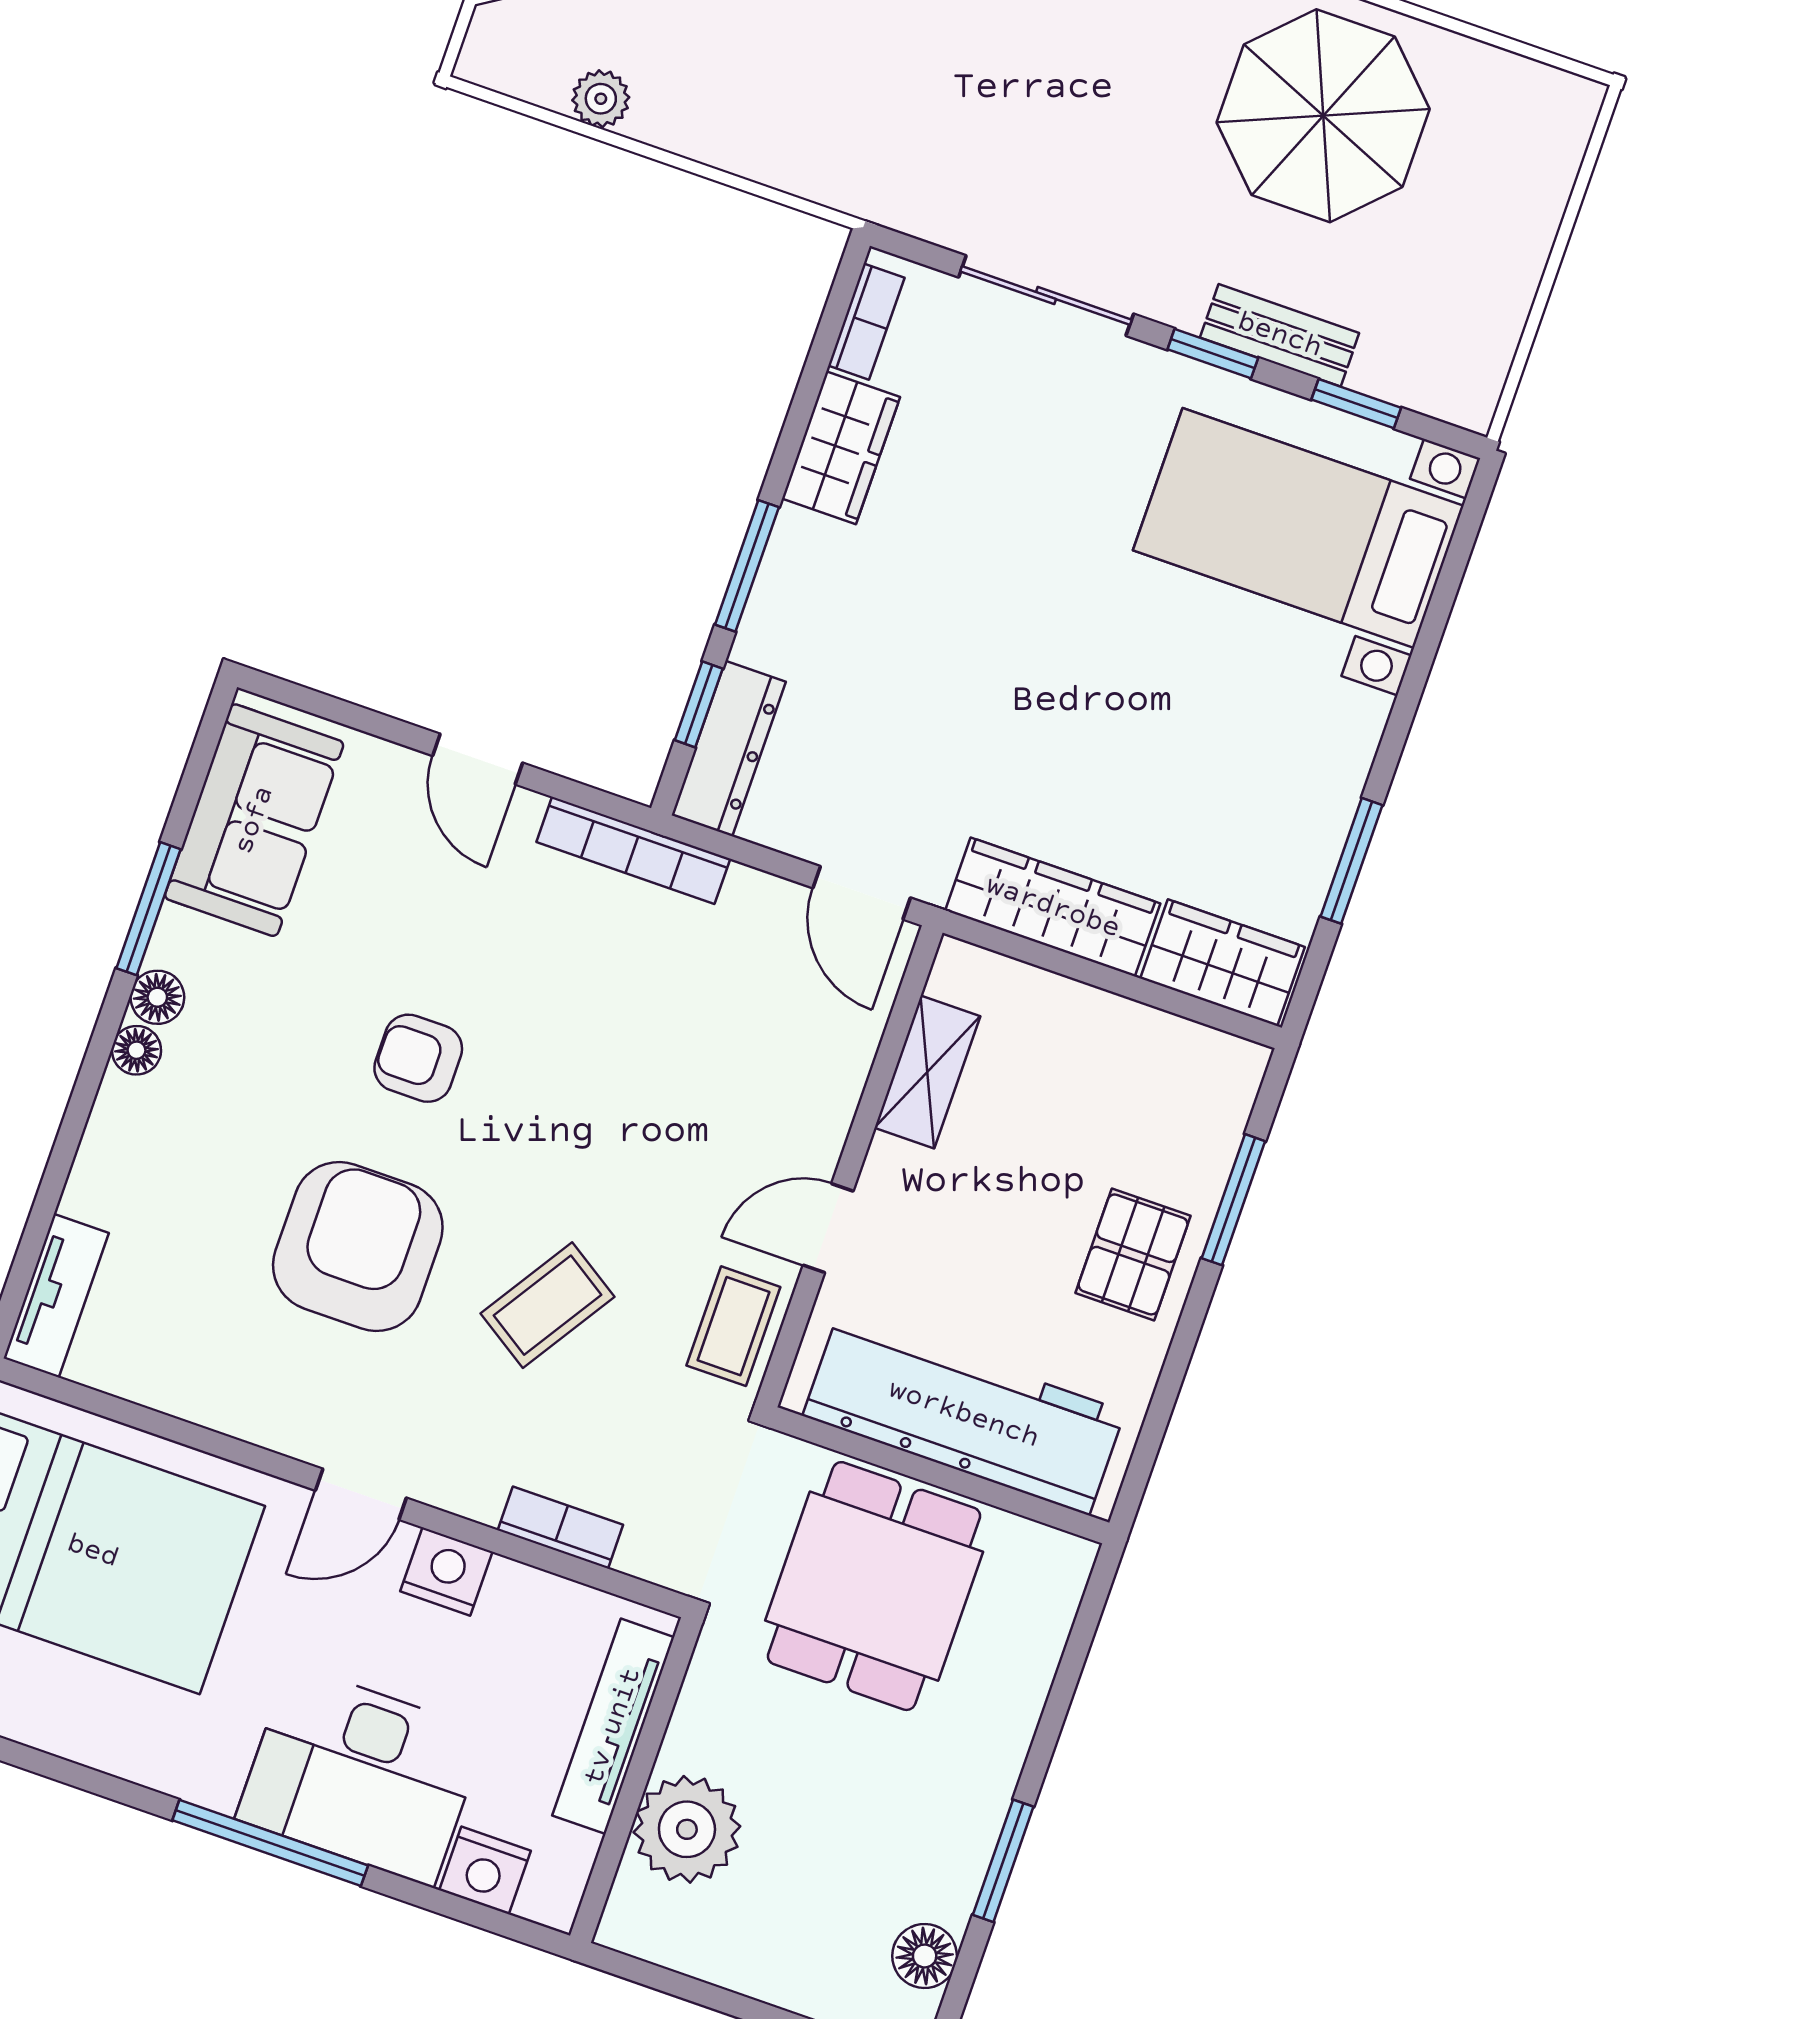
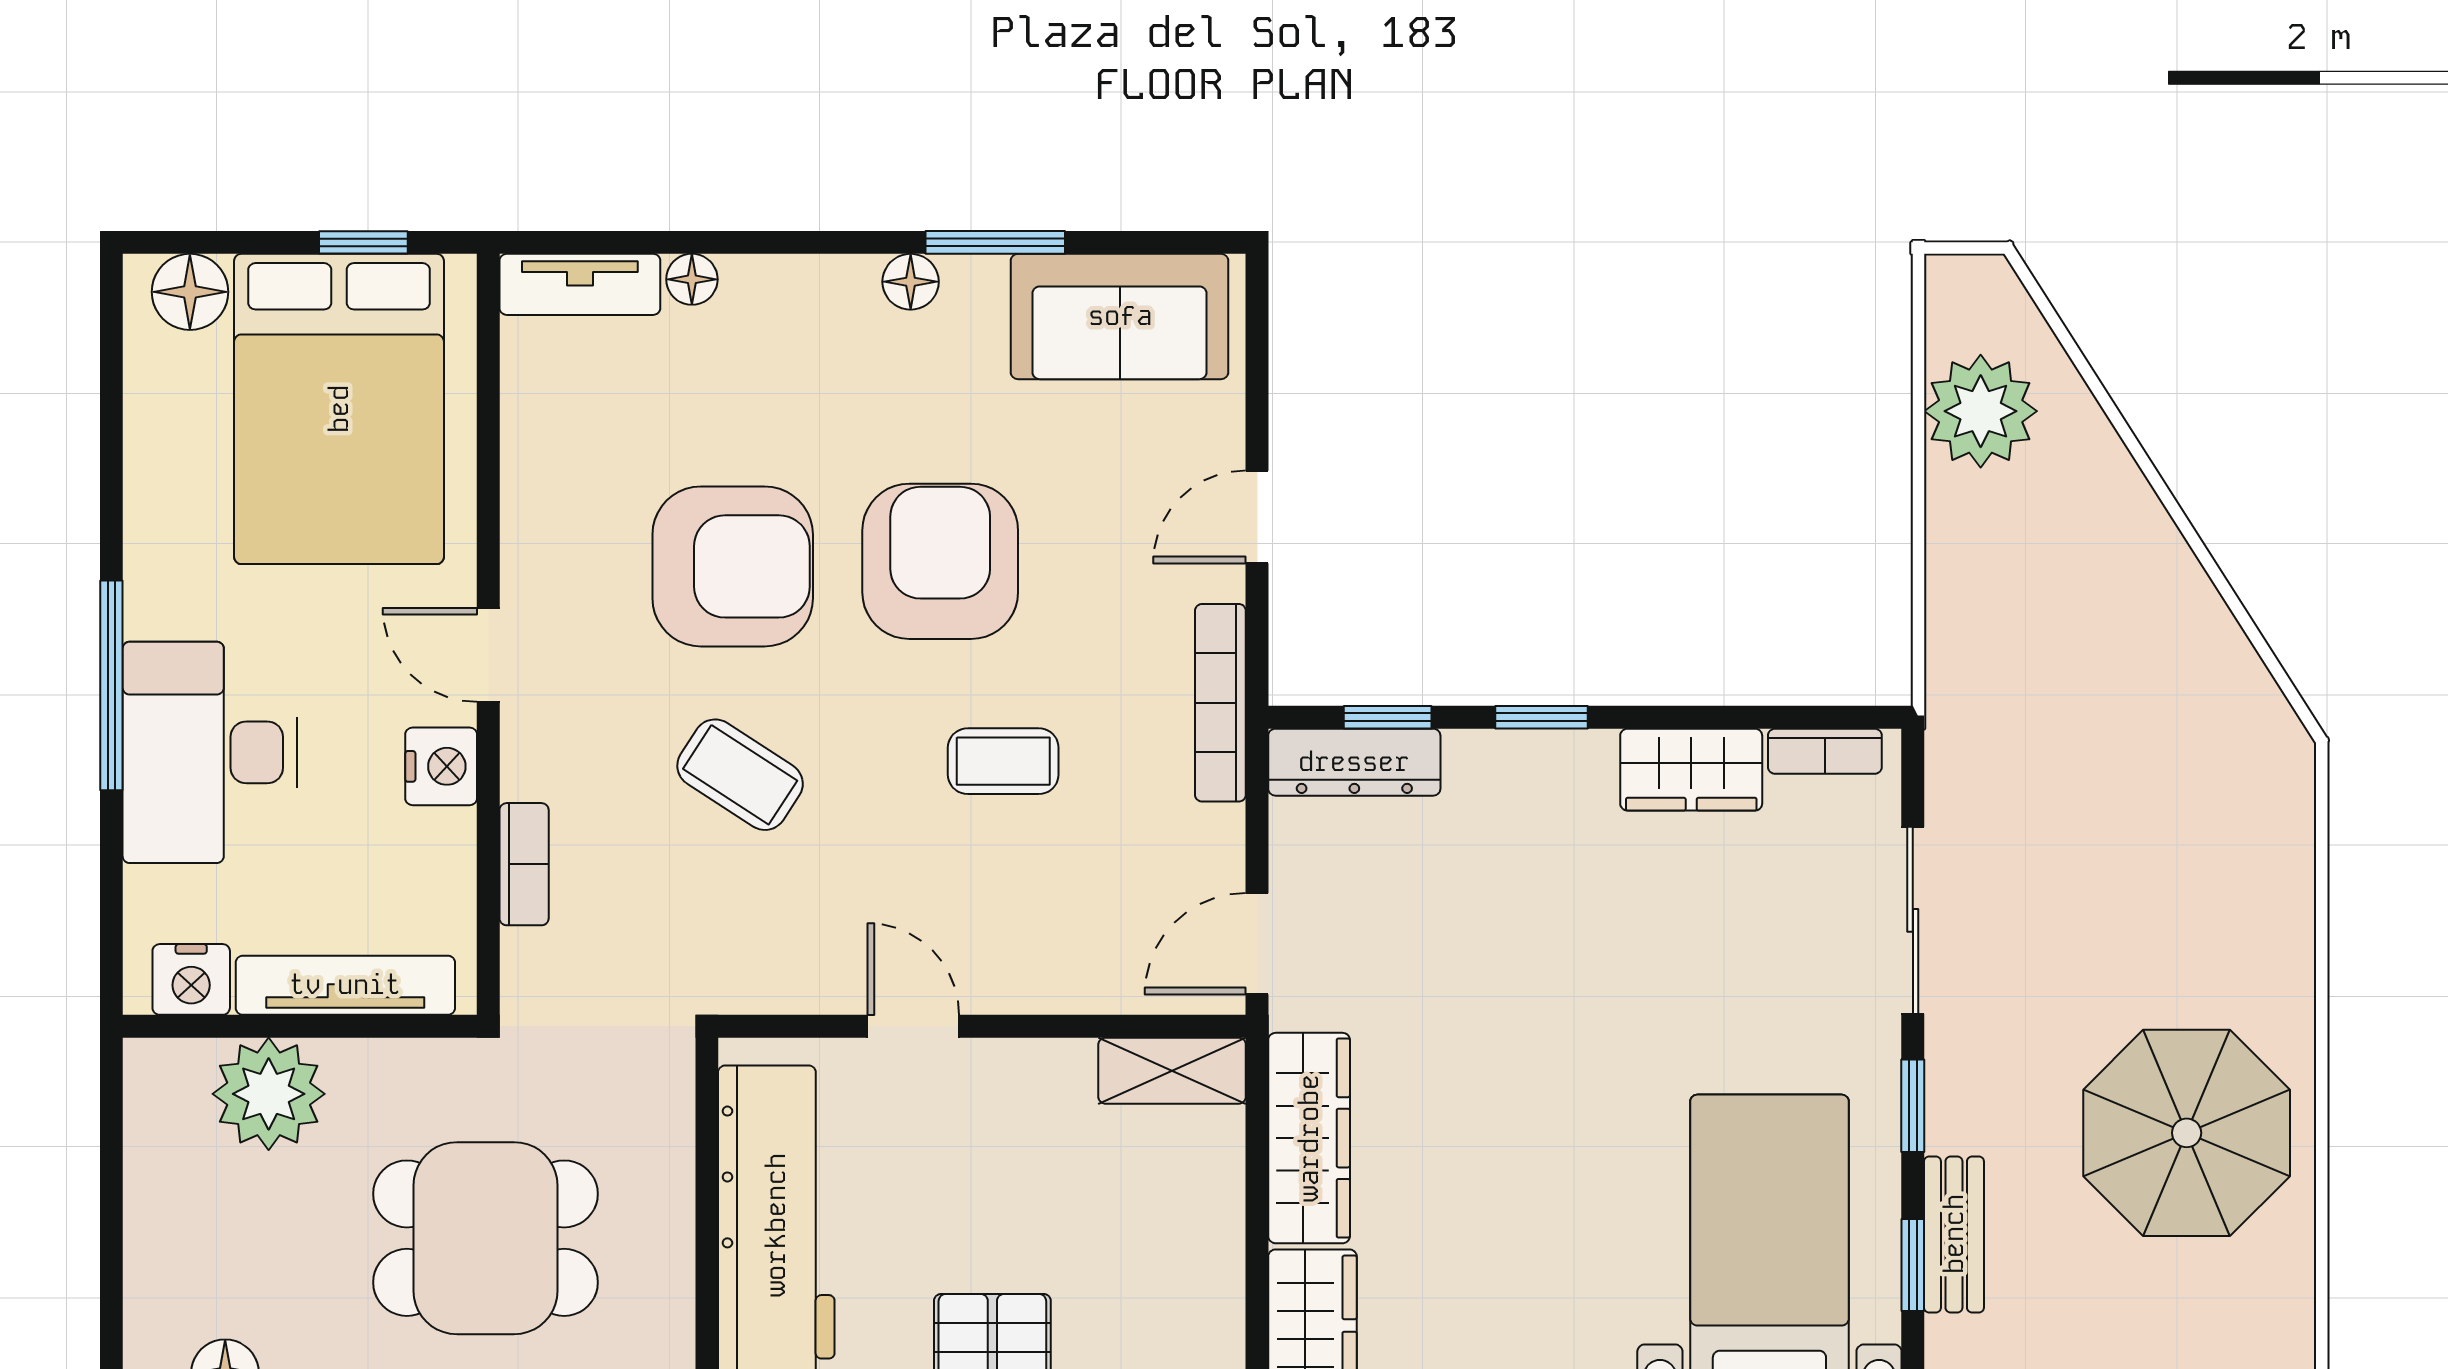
plant: (601, 99) -> (1981, 411), width x1.88, depth x1.88
bench: (1280, 335) -> (1954, 1234), moved
window: (747, 566) -> (1542, 717), width x0.67
floor lamp: (136, 1050) -> (692, 279), moved
armchair: (418, 1058) -> (940, 561), width x1.88, depth x1.88
shelving: (927, 1072) -> (1172, 1071), moved
coffee table: (733, 1326) -> (1003, 761), moved
dining table: (874, 1586) -> (485, 1238), moved
nightstand: (485, 1870) -> (191, 979), moved, turned -90

